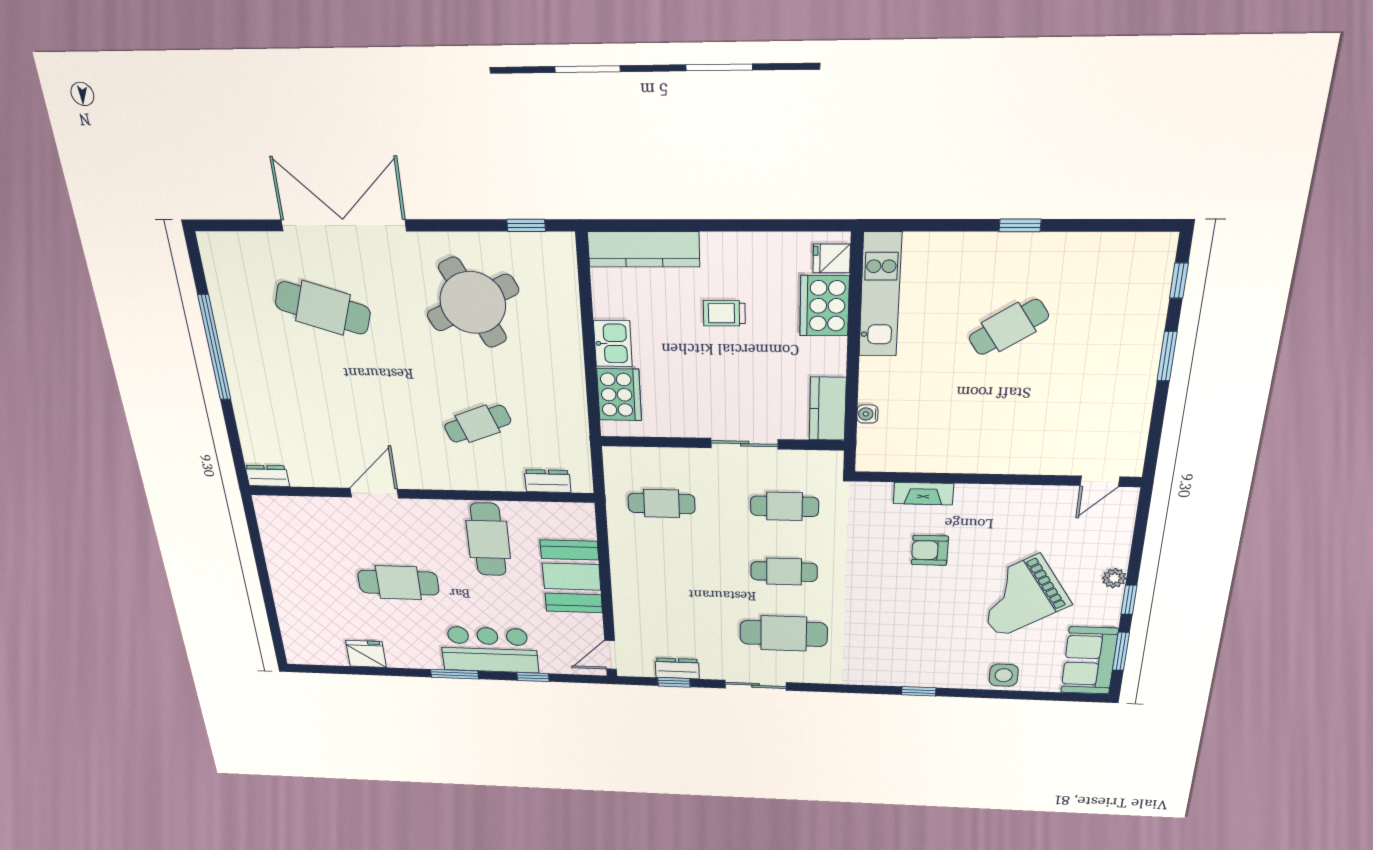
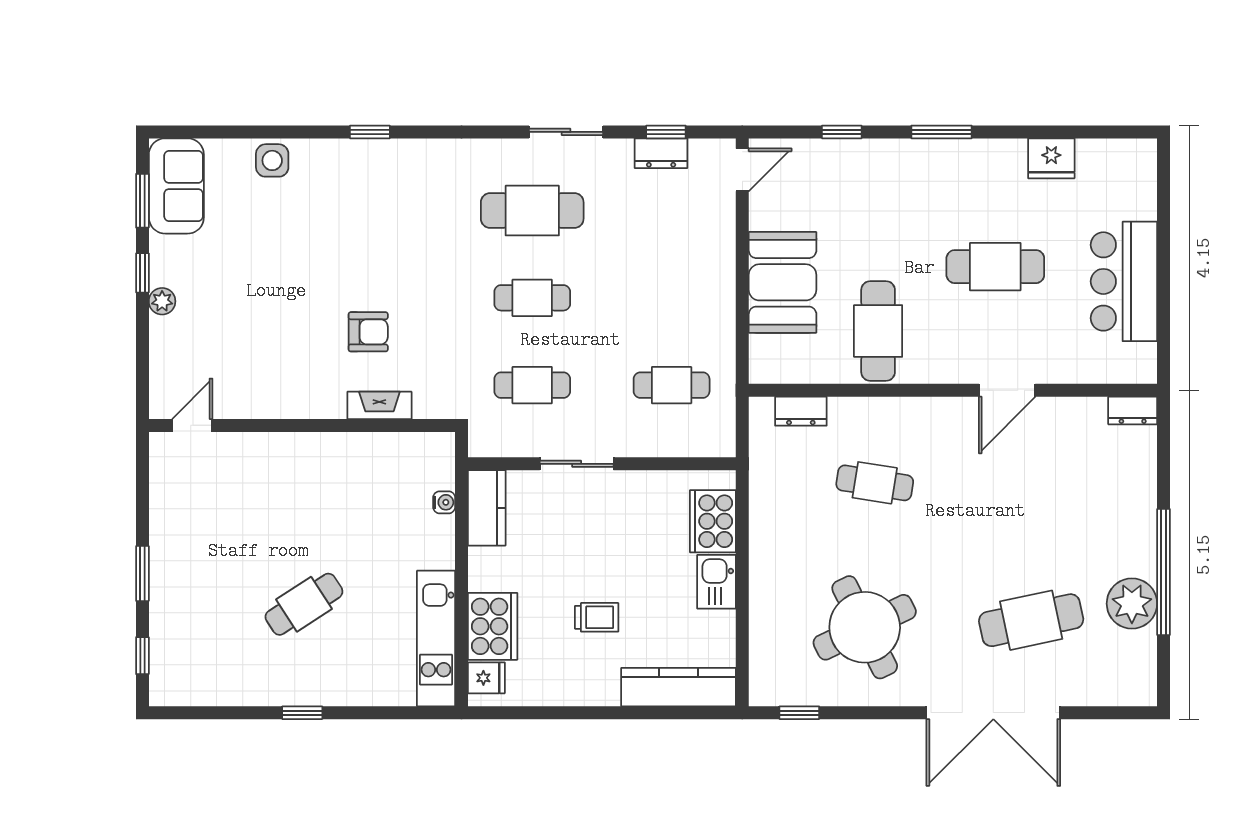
cafe table: (323, 308) -> (1031, 620), turned -30
plant: (236, 322) -> (1132, 604), added
cafe table: (478, 424) -> (875, 483), turned 30
grand piano: (1019, 596) -> (265, 274), removed
bar counter: (489, 650) -> (1124, 281), moved, turned 90

